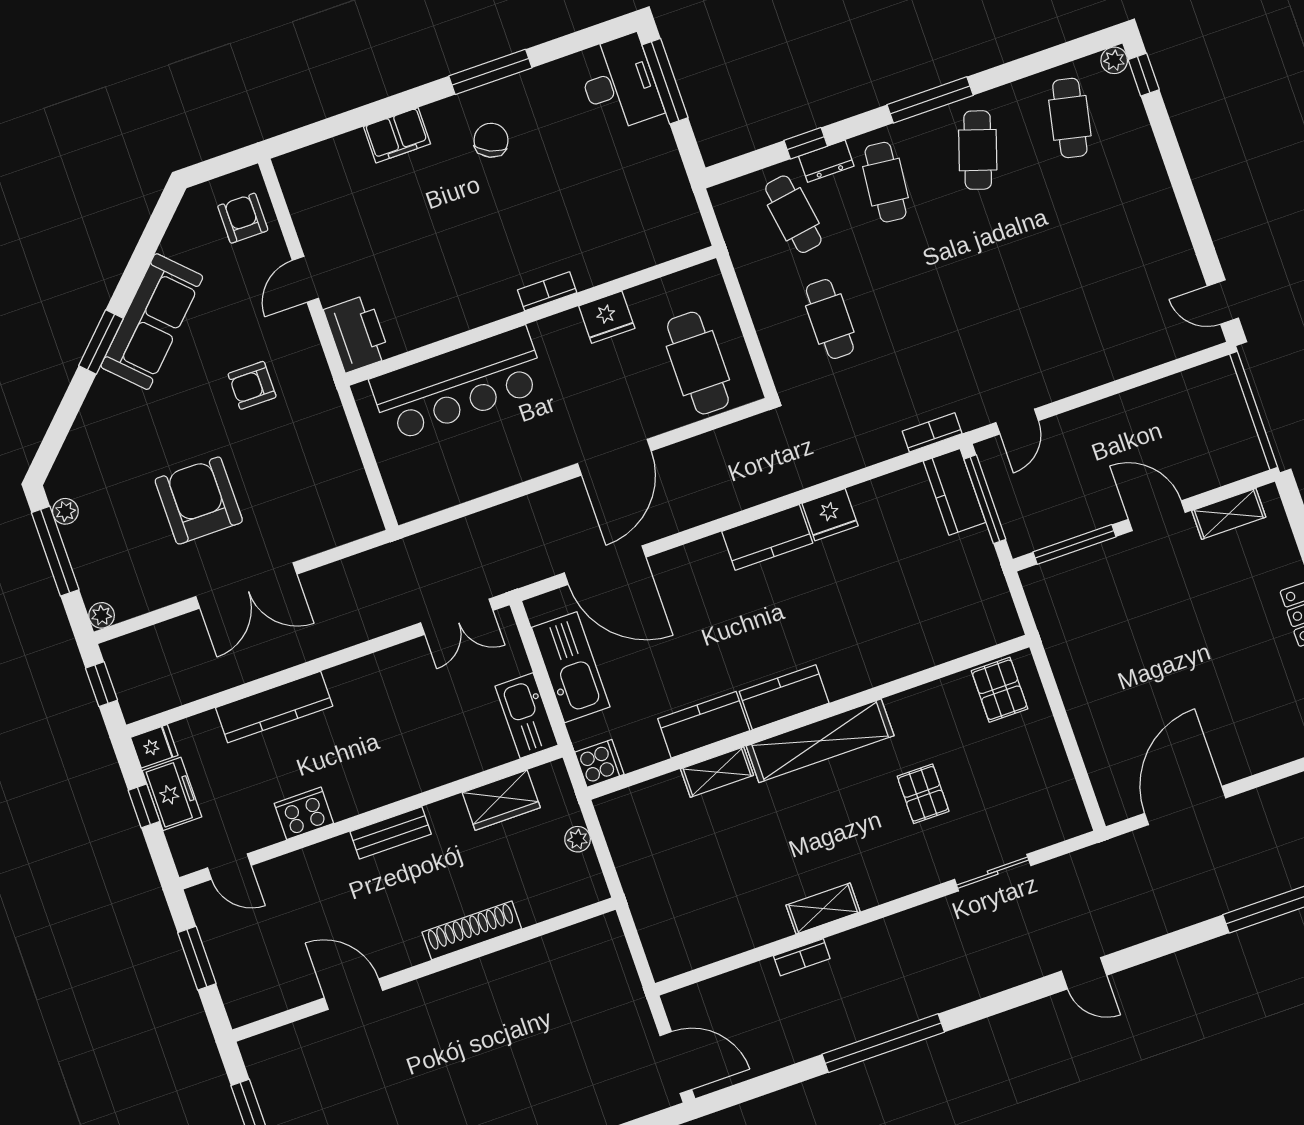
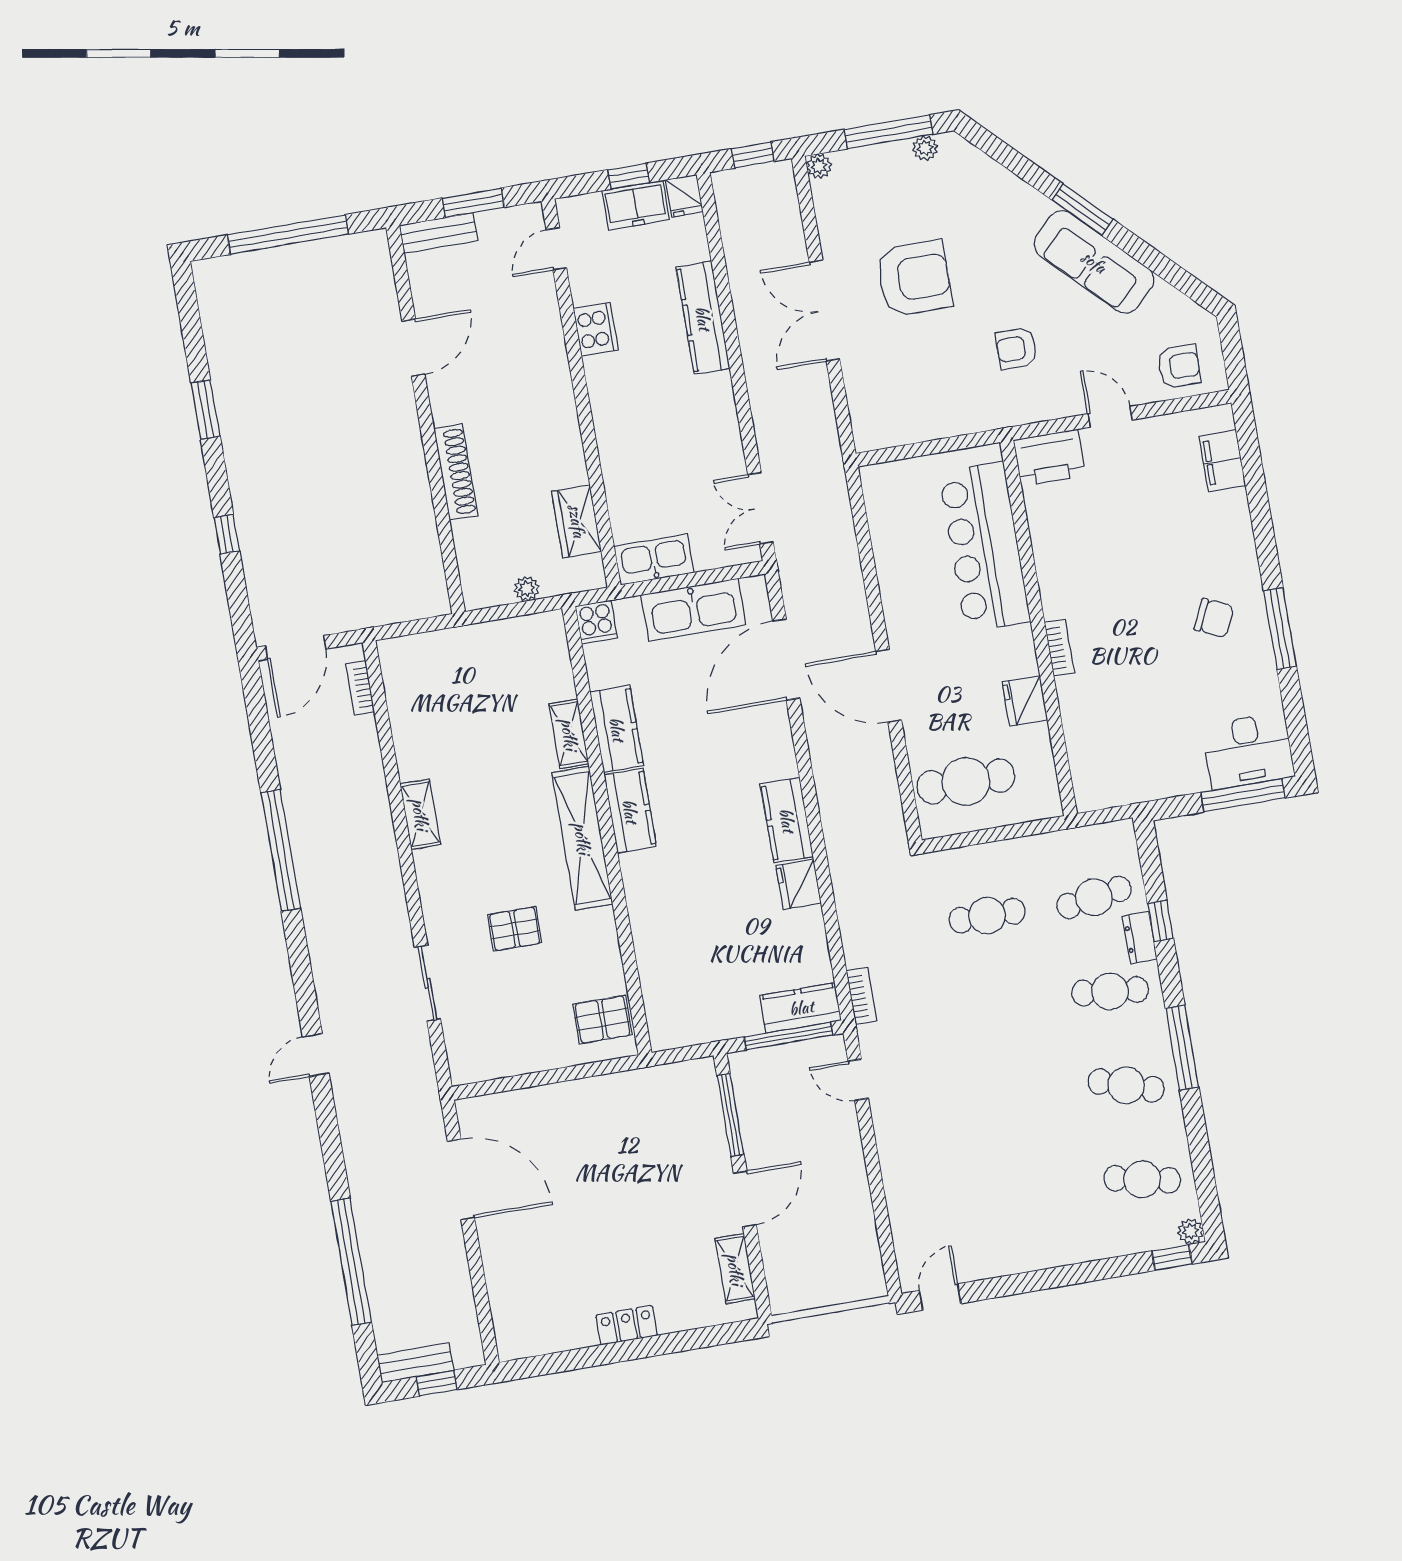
filing cabinet: (397, 135) -> (1222, 461), moved
armchair: (252, 385) -> (1016, 348), turned -90
bench: (391, 833) -> (439, 233), moved, turned 90
bookcase: (802, 957) -> (360, 688), moved

